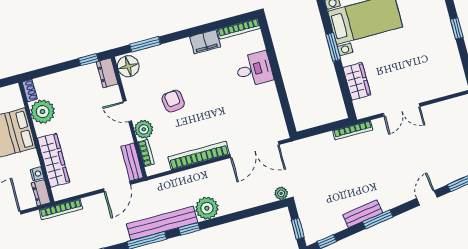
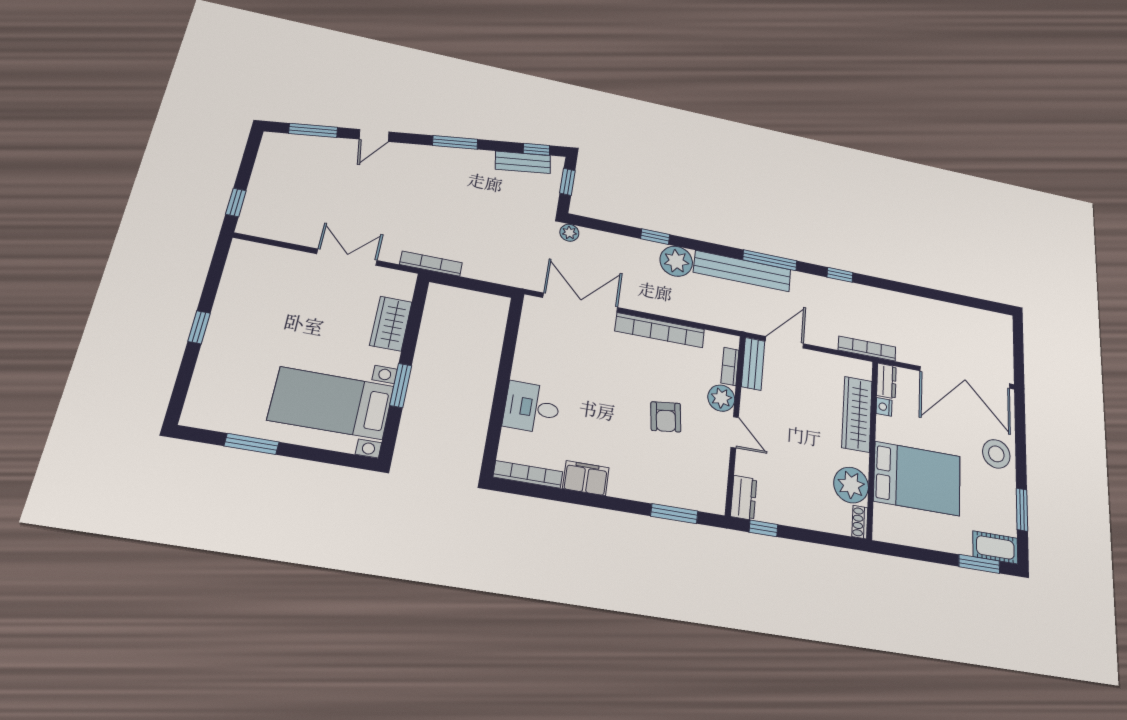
floor lamp: (128, 66) -> (710, 493), removed
bench: (363, 214) -> (523, 162), moved
window: (189, 229) -> (655, 237), moved

